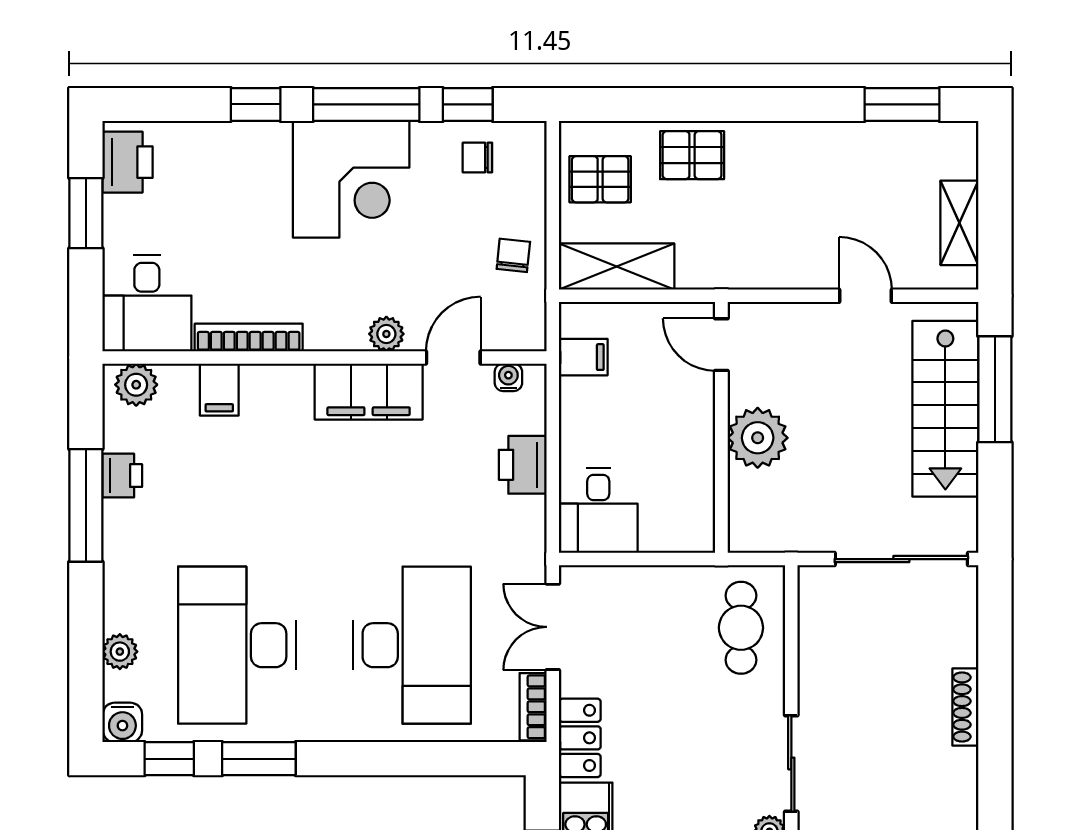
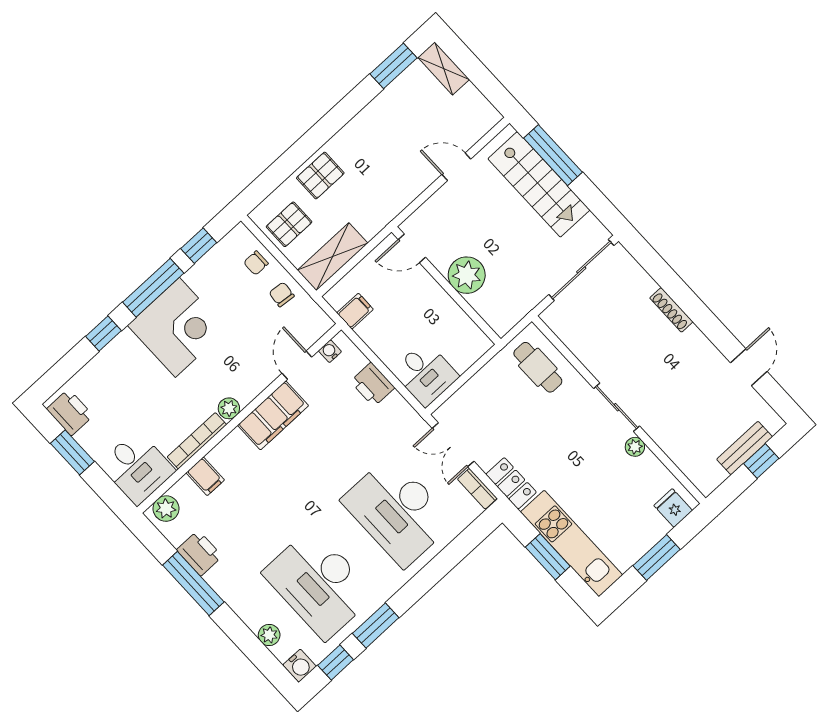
chair: (477, 158) -> (256, 263), moved
shelving: (959, 223) -> (444, 68), moved
plant: (386, 334) -> (229, 408), moved
printer: (122, 476) -> (199, 553), width x1.36, depth x1.24
desk: (412, 645) -> (397, 511), turned 180

